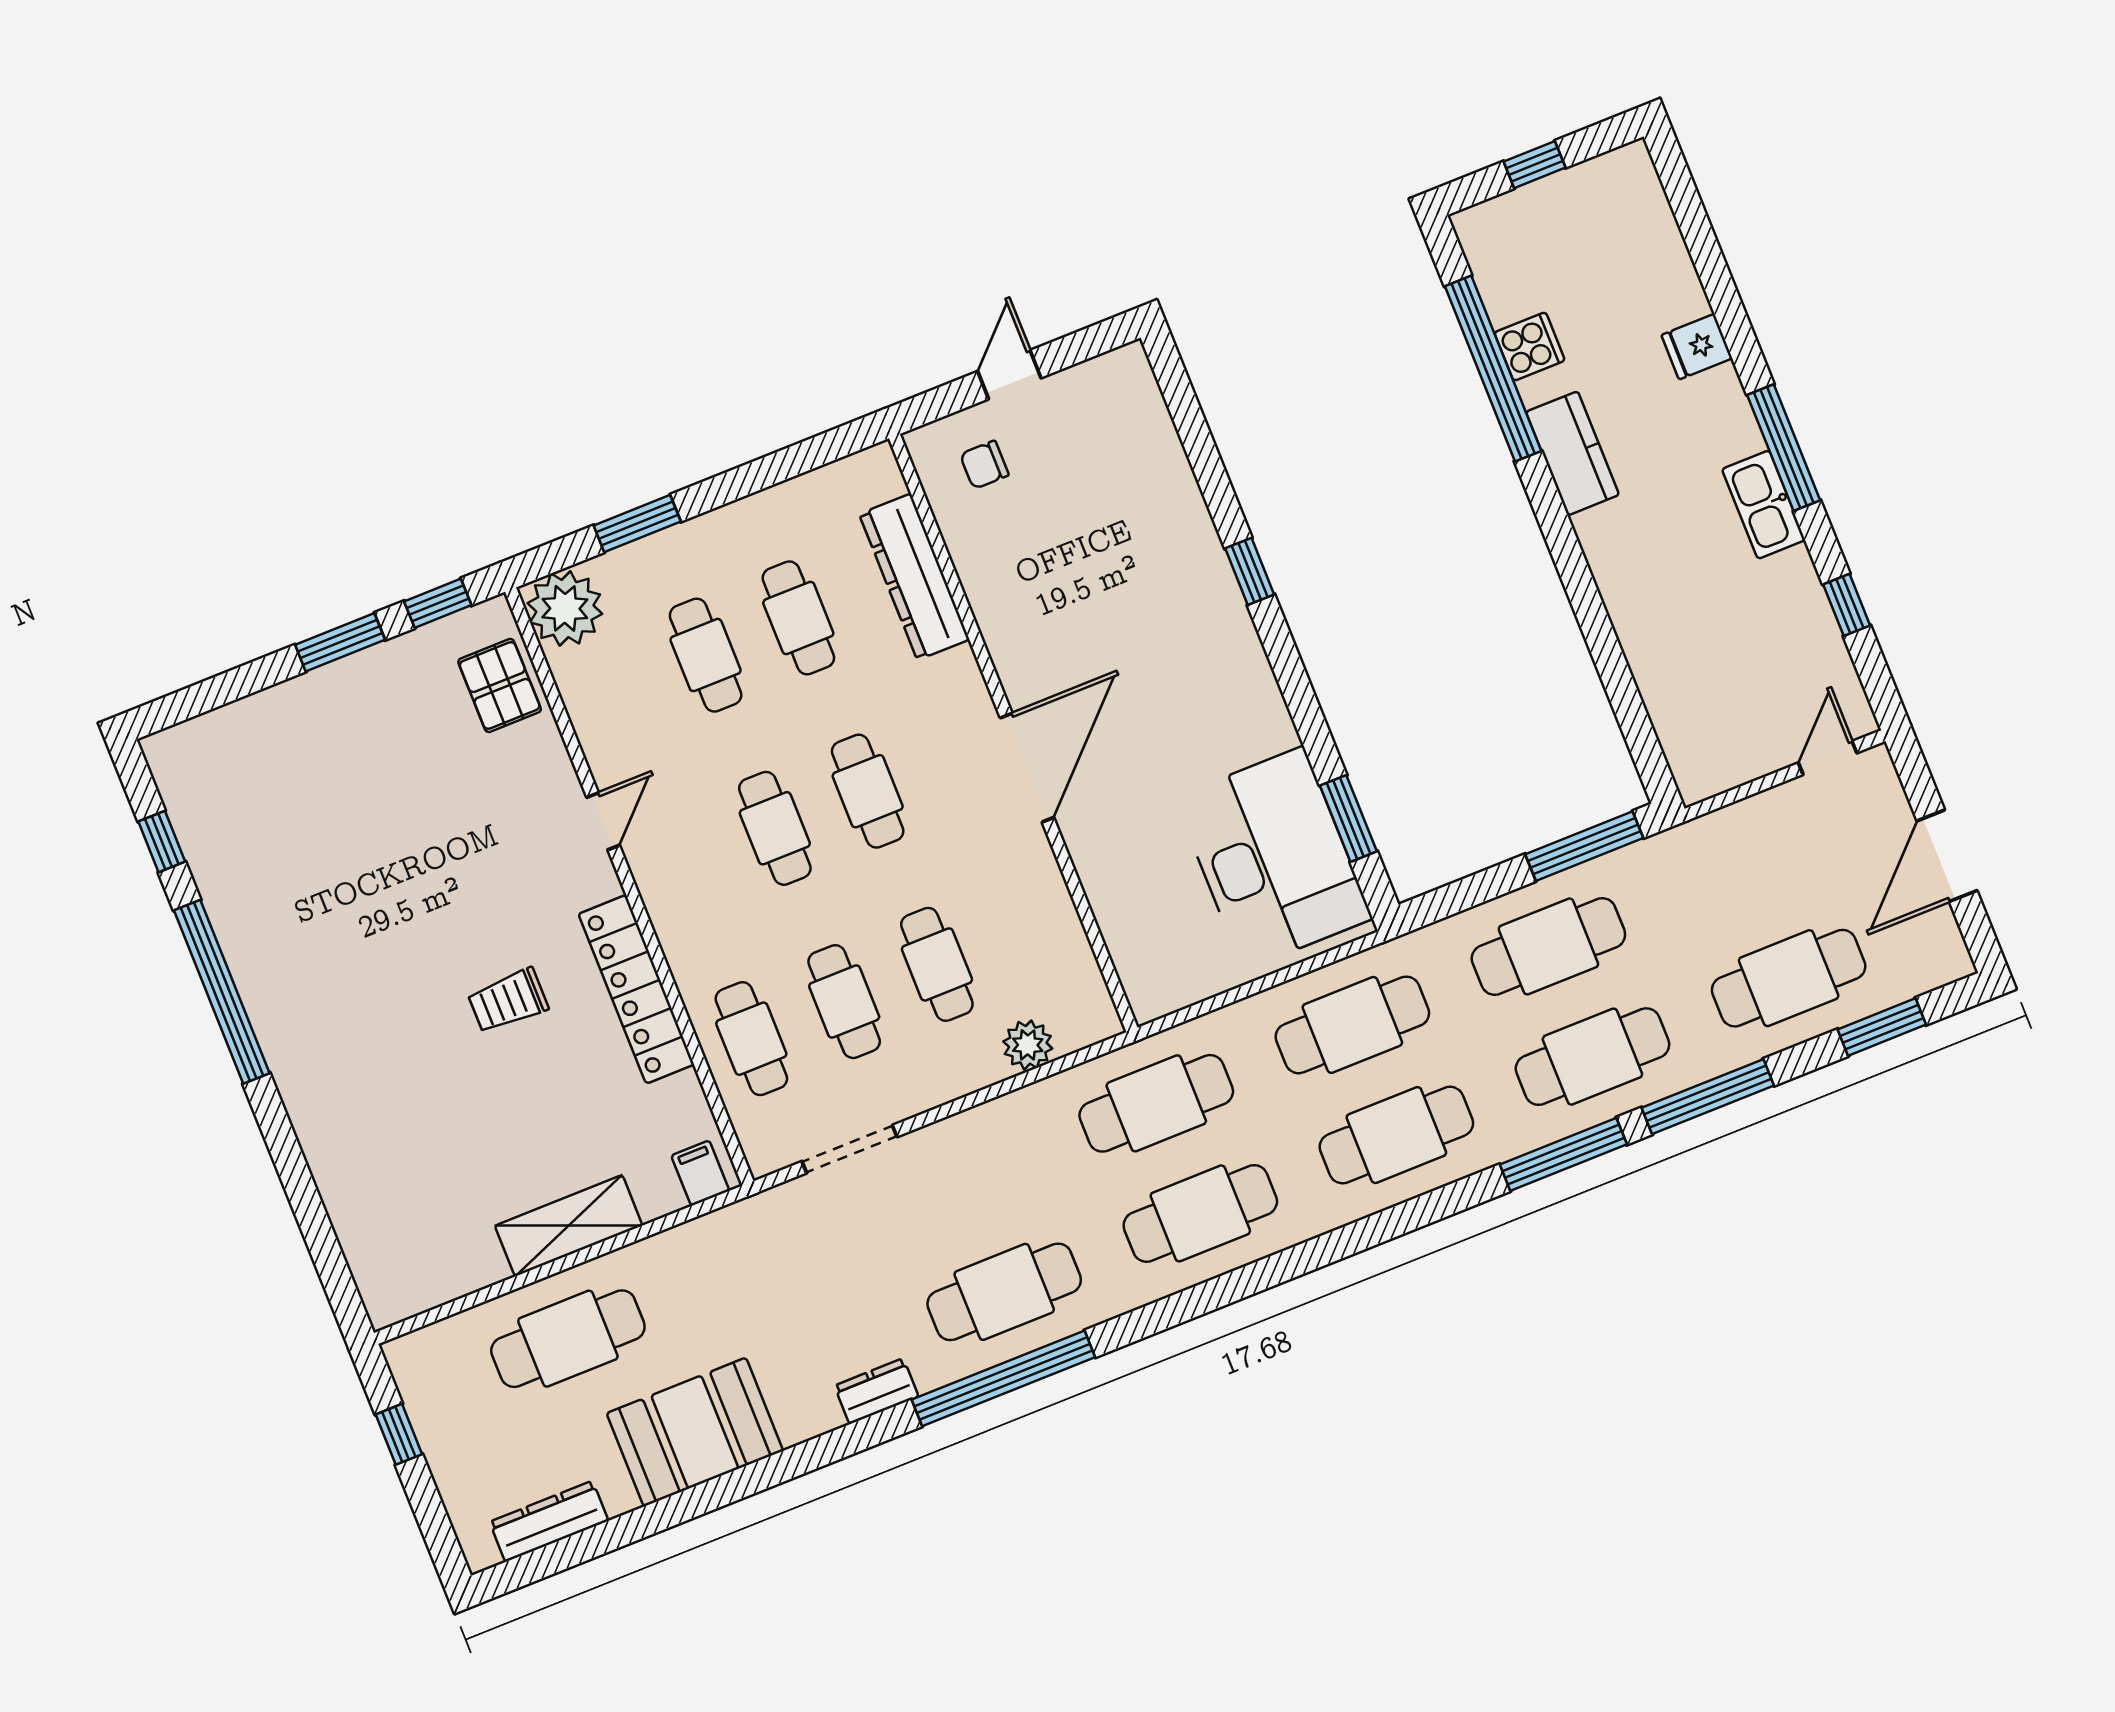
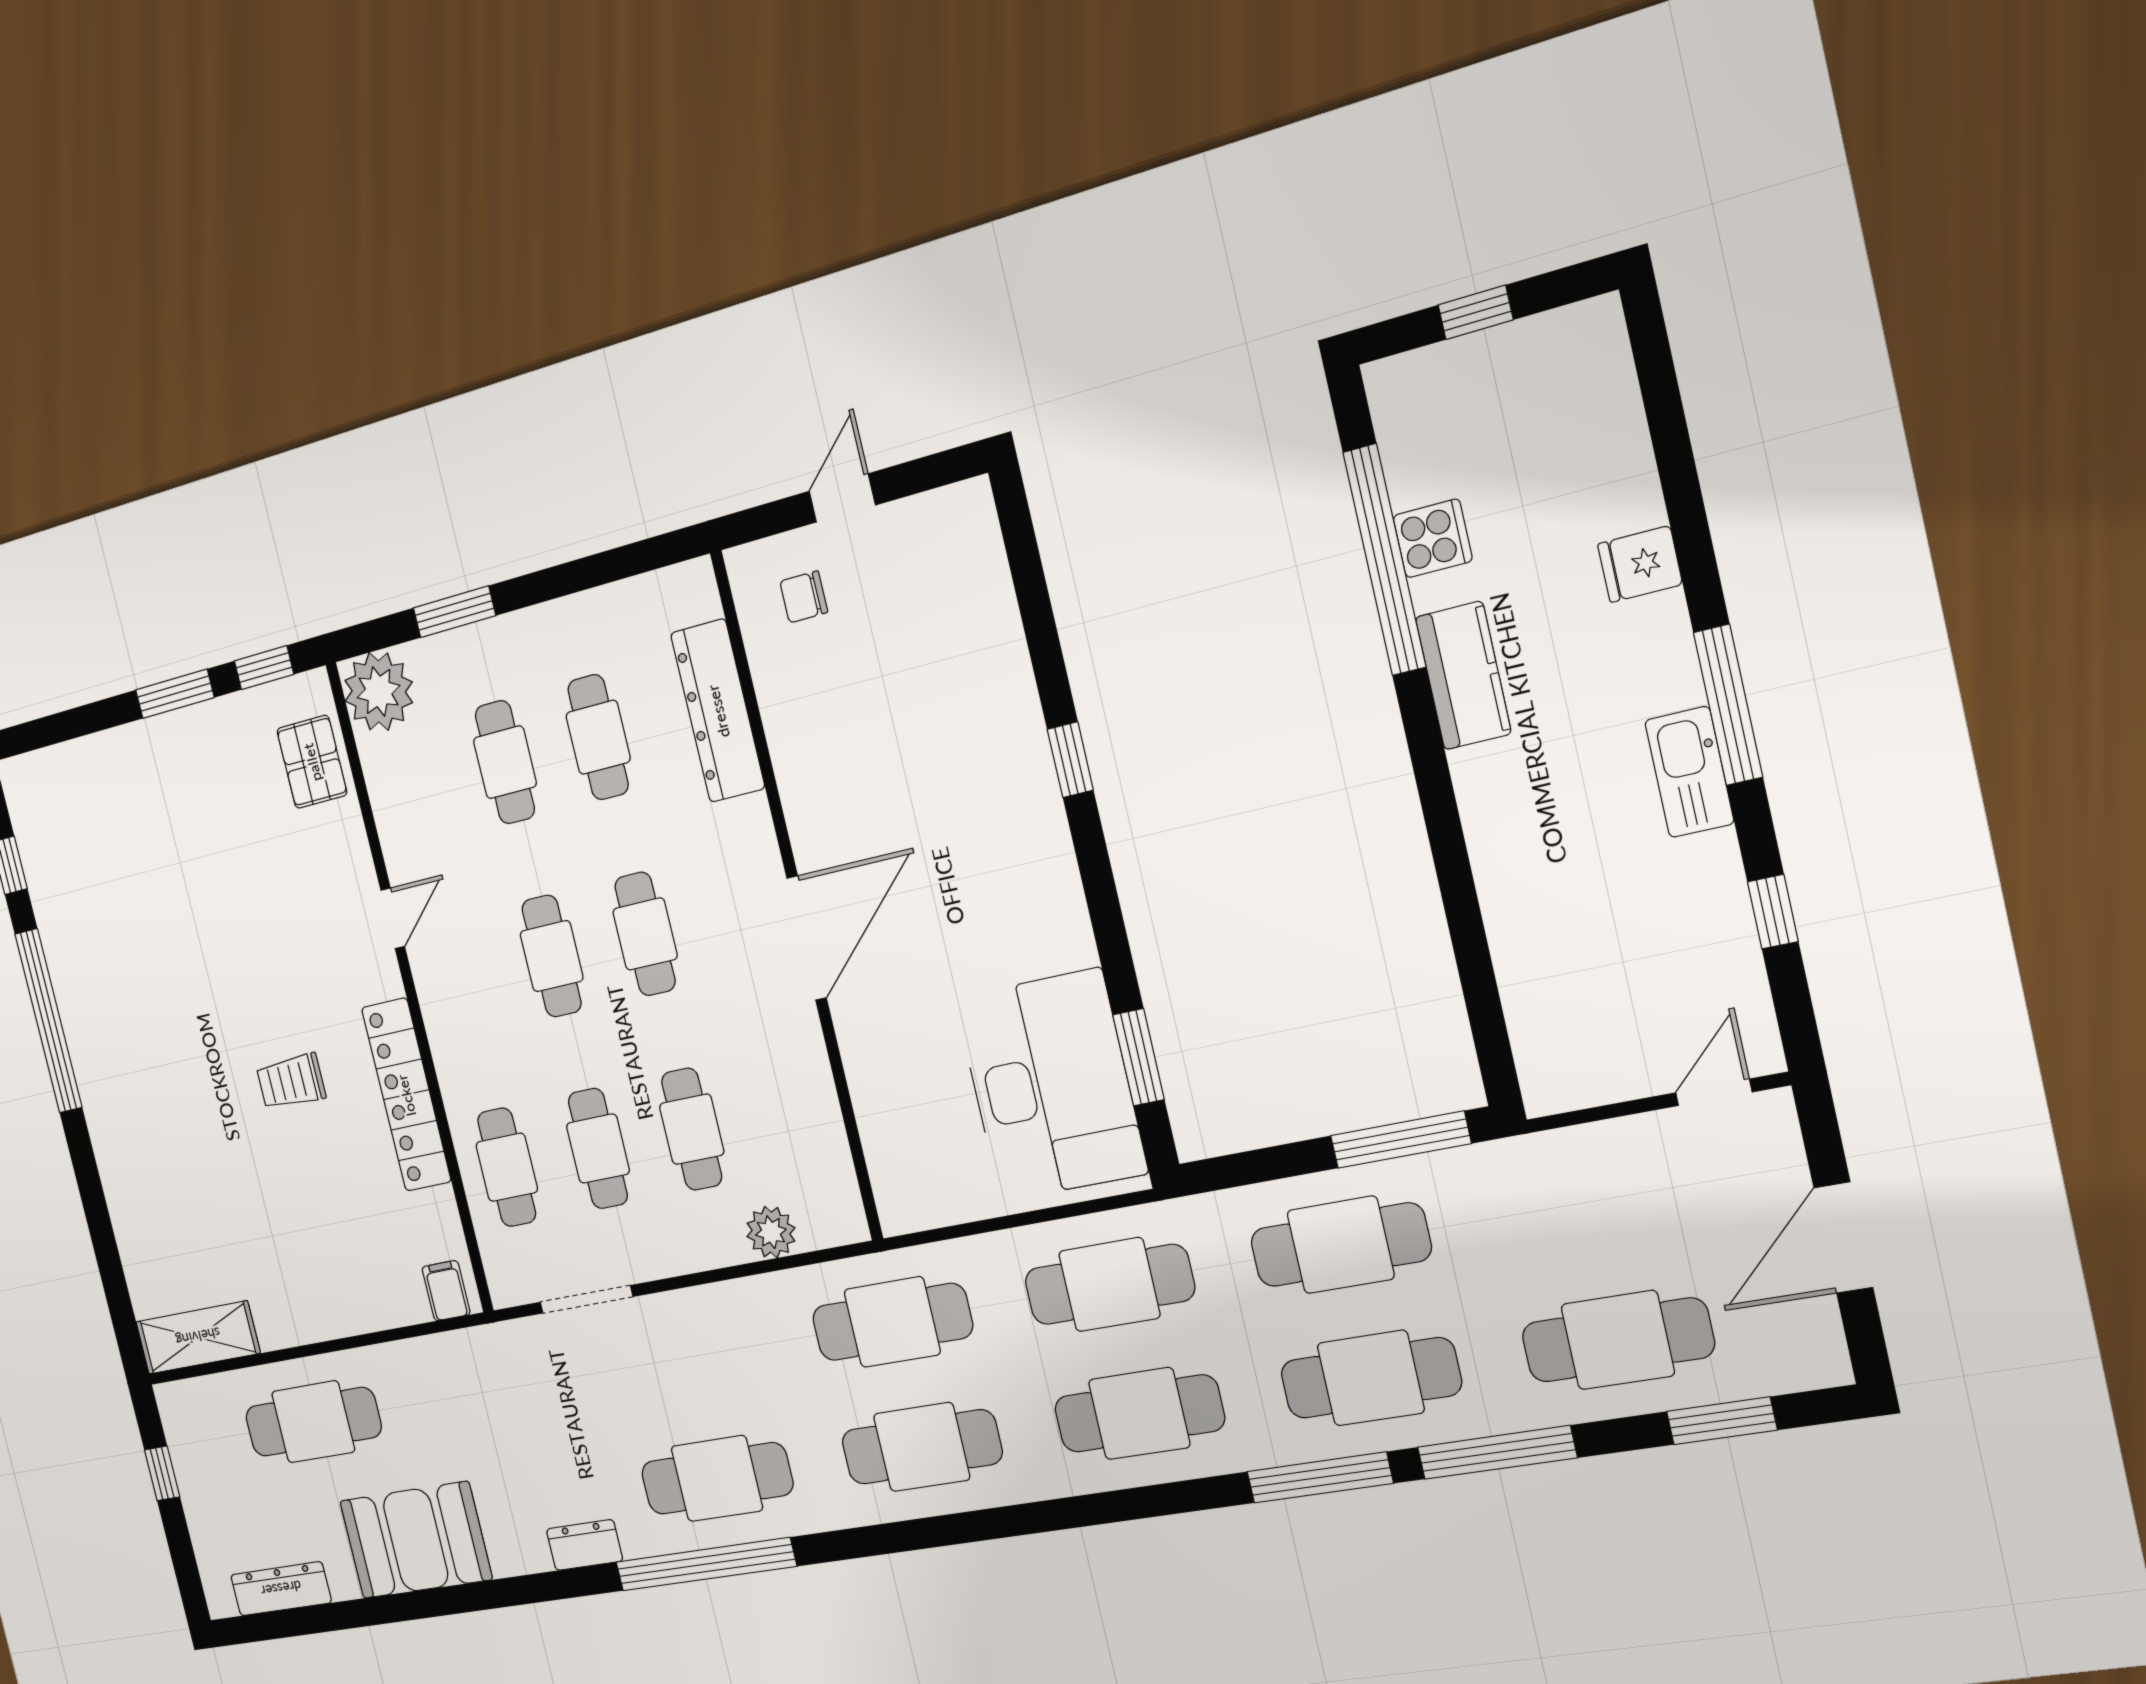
shelving: (569, 1226) -> (198, 1337), moved

